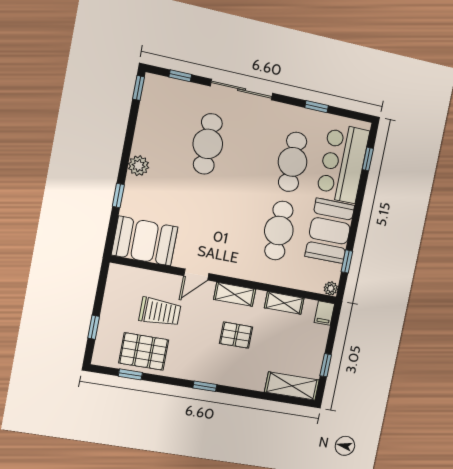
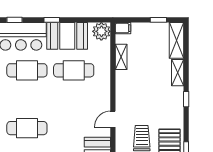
window: (347, 261) -> (52, 20), moved
door: (196, 275) -> (113, 119), swing flipped
plant: (331, 288) -> (101, 31), width x1.88, depth x1.88
shelving: (235, 294) -> (178, 73), moved
pallet: (236, 335) -> (148, 85), removed

